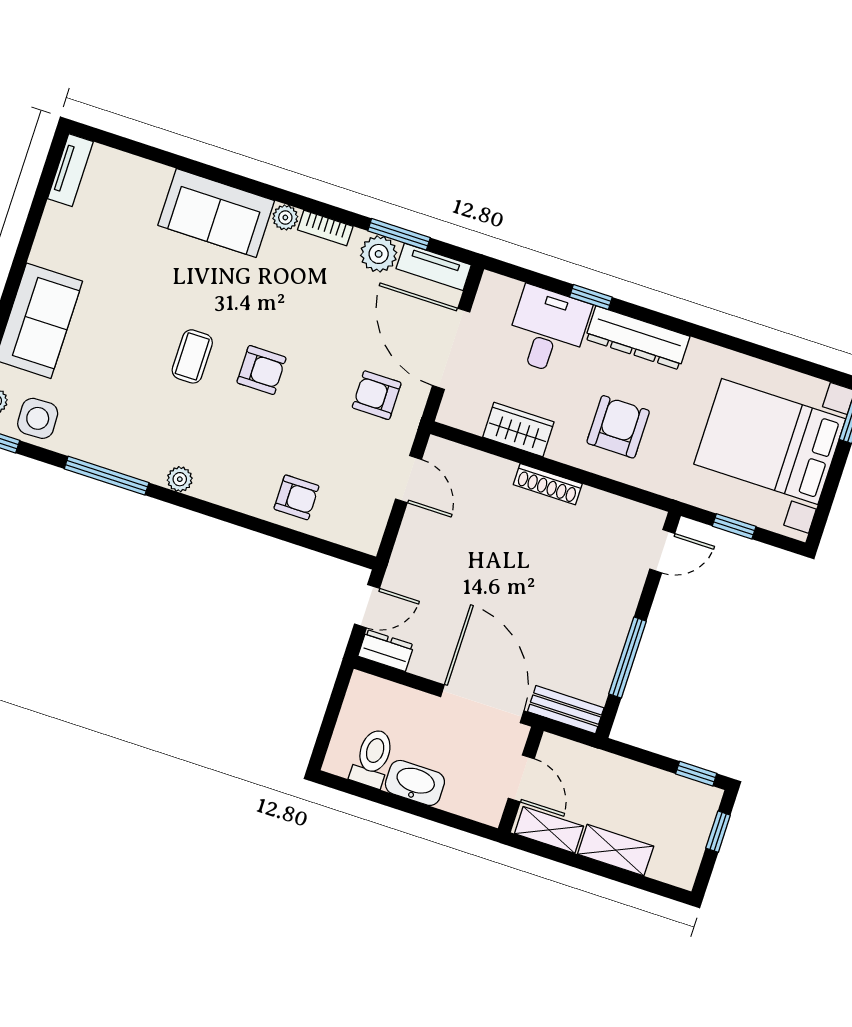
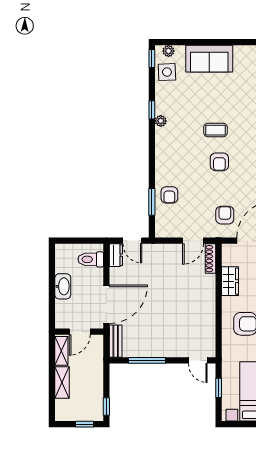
window: (107, 476) -> (152, 110), width x0.46
plant: (180, 479) -> (161, 121), moved
shoe rack: (548, 484) -> (211, 259), moved
window: (299, 539) -> (152, 202), added
toilet: (373, 758) -> (91, 259), moved, turned 180

